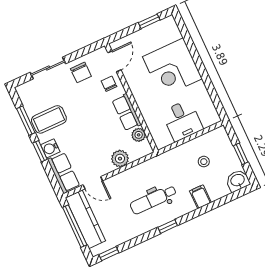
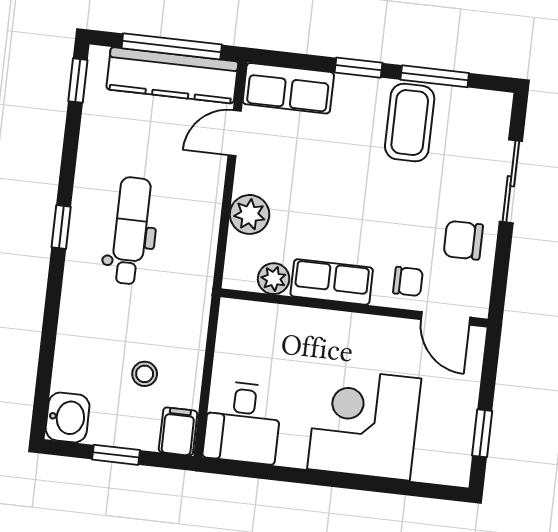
desk: (182, 120) -> (243, 422), moved, turned -90
water cooler: (50, 148) -> (352, 91), removed
filing cabinet: (200, 197) -> (178, 432), moved, turned -90

